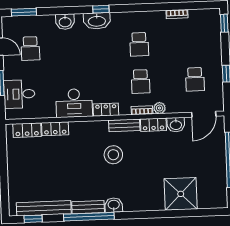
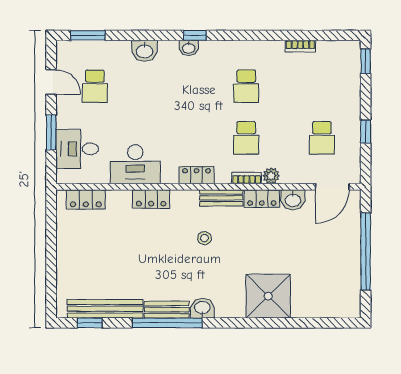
washbasin: (97, 21) -> (189, 48), width x0.52, depth x0.69
desk: (74, 103) -> (135, 164), moved
locker: (55, 129) -> (151, 199), moved
stool: (113, 155) -> (204, 238), width x0.53, depth x0.53
shower: (181, 194) -> (268, 296), moved

